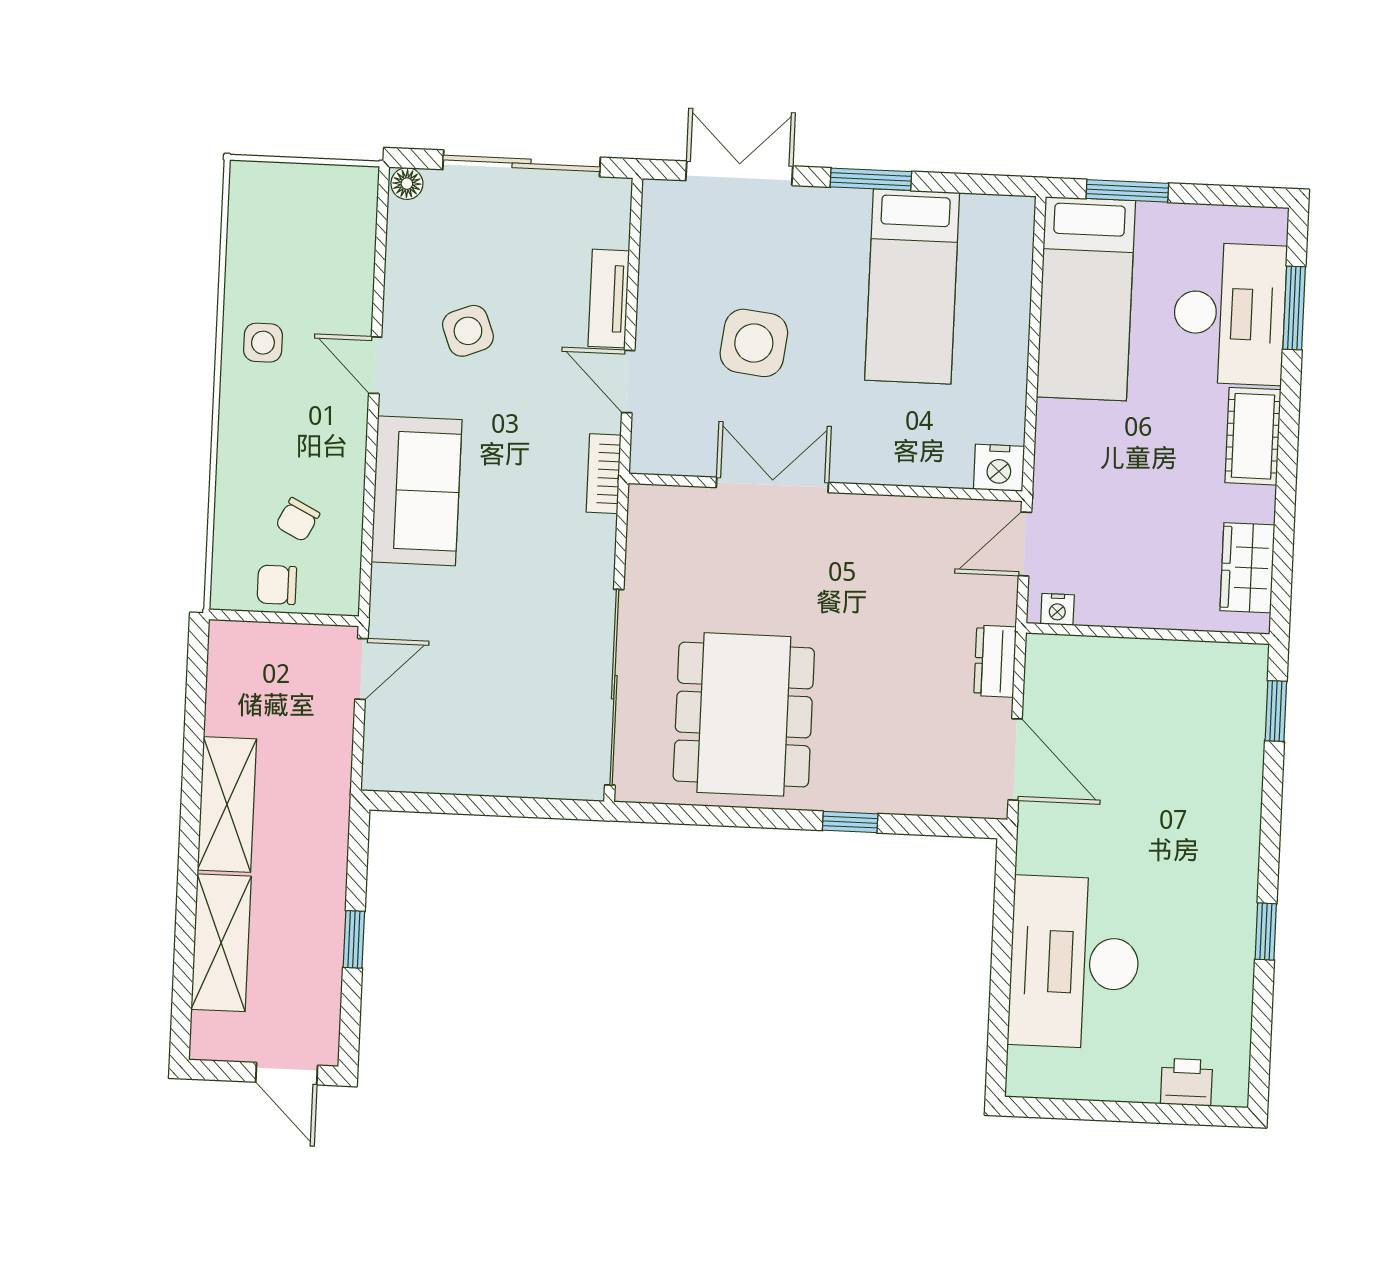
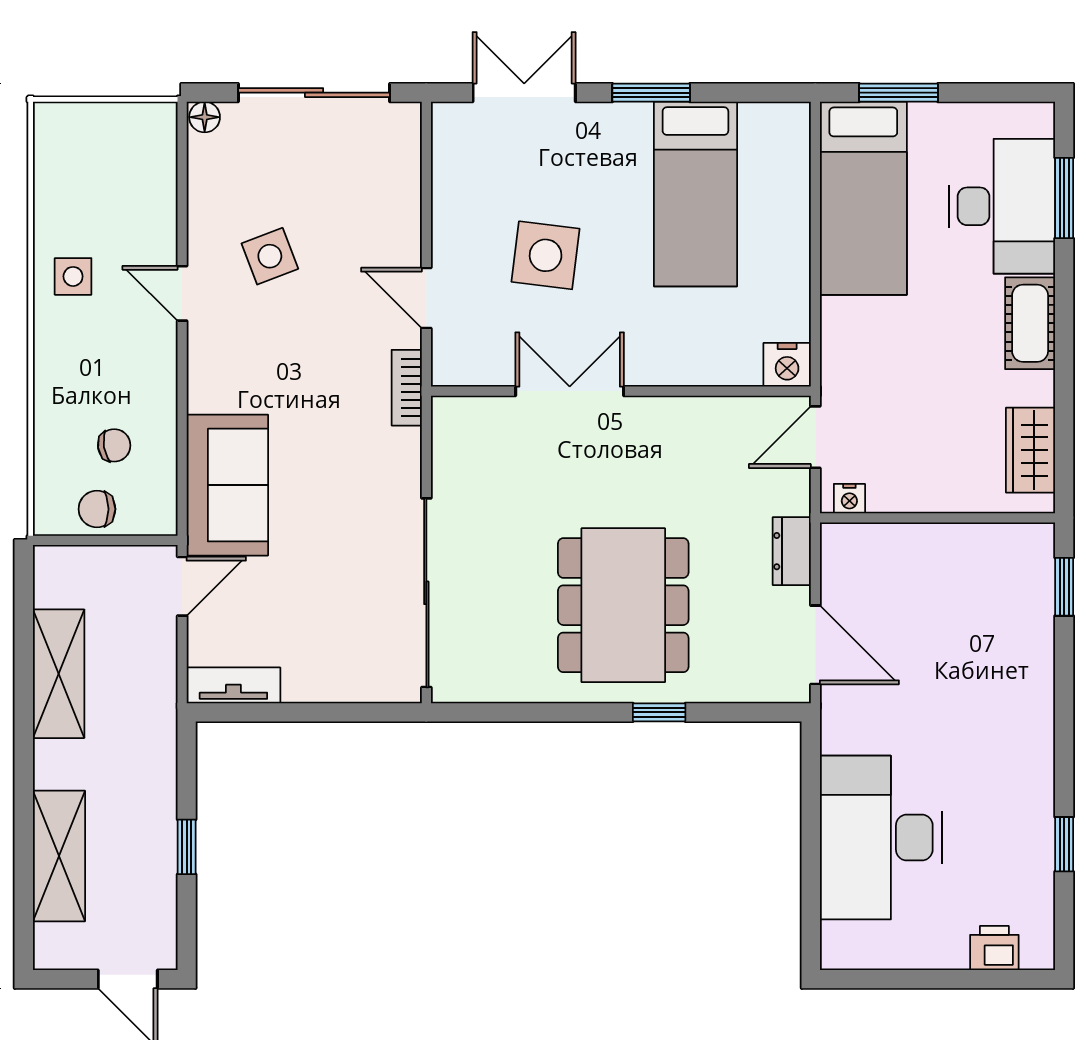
tv unit: (609, 299) -> (233, 685), moved, turned 90
sofa: (417, 491) -> (227, 485), moved
chair: (298, 520) -> (114, 445), turned -126
dining table: (744, 714) -> (623, 605), moved
shelving: (227, 804) -> (59, 674), moved
window: (1266, 931) -> (1064, 844), moved

